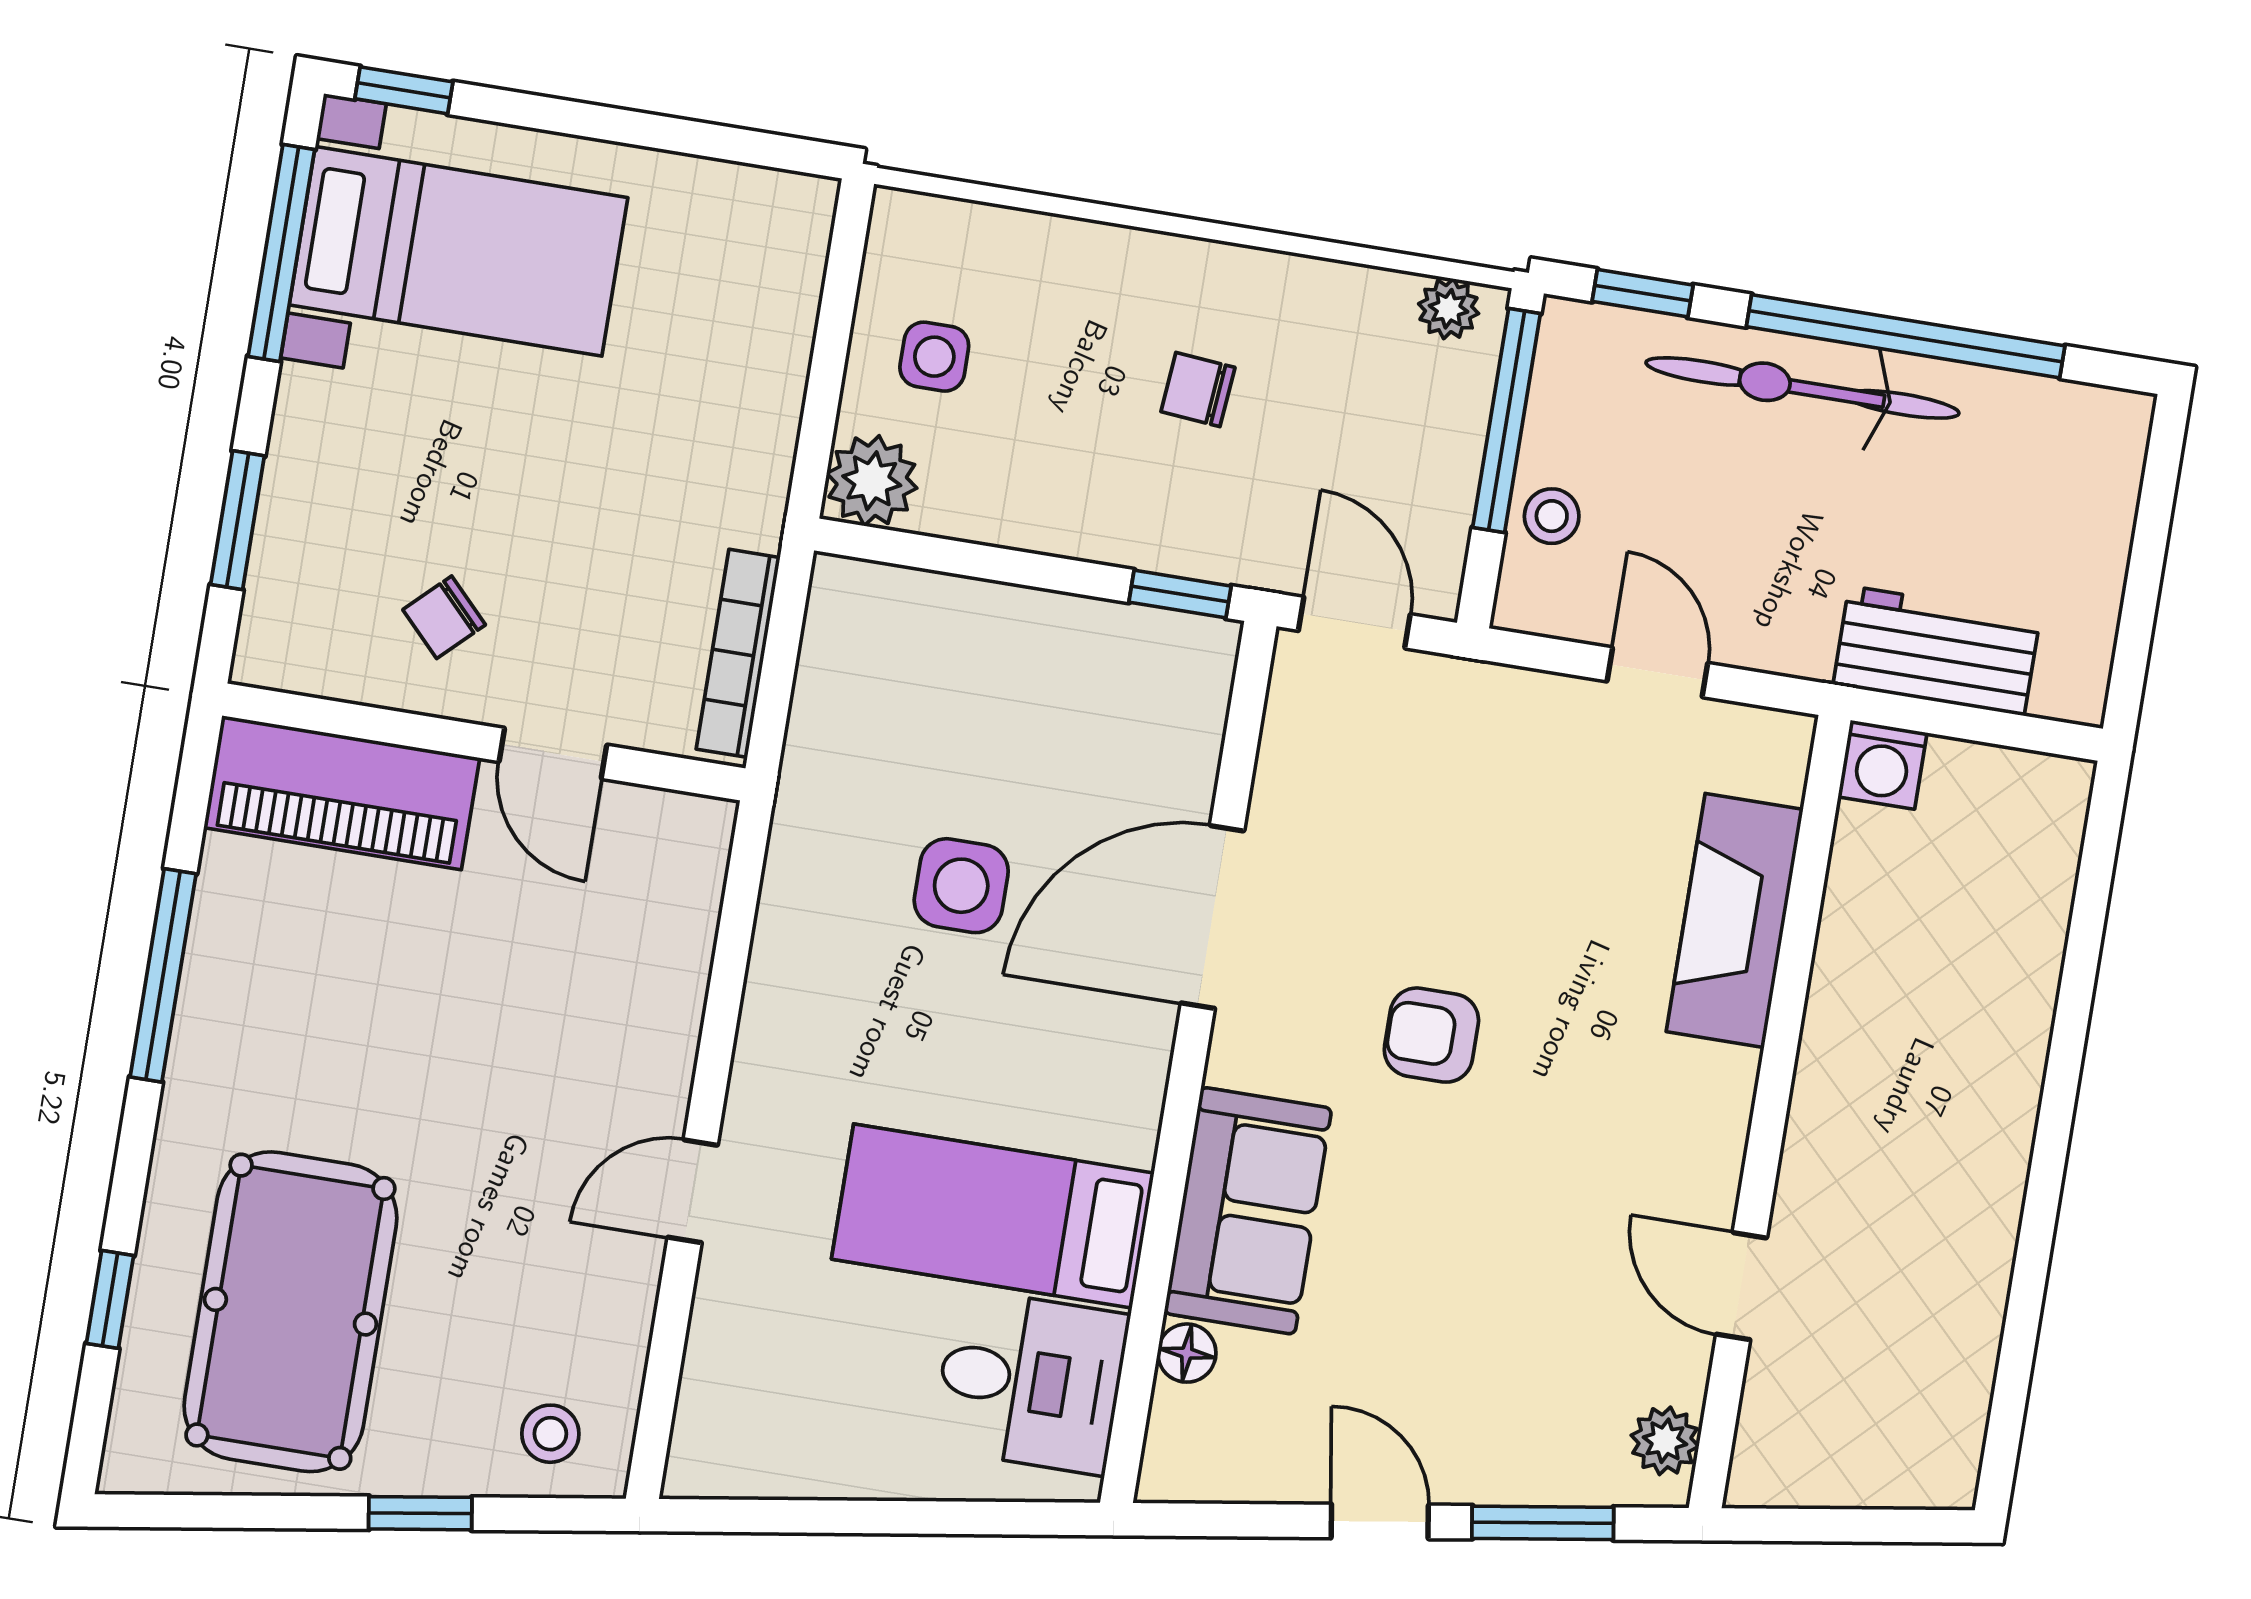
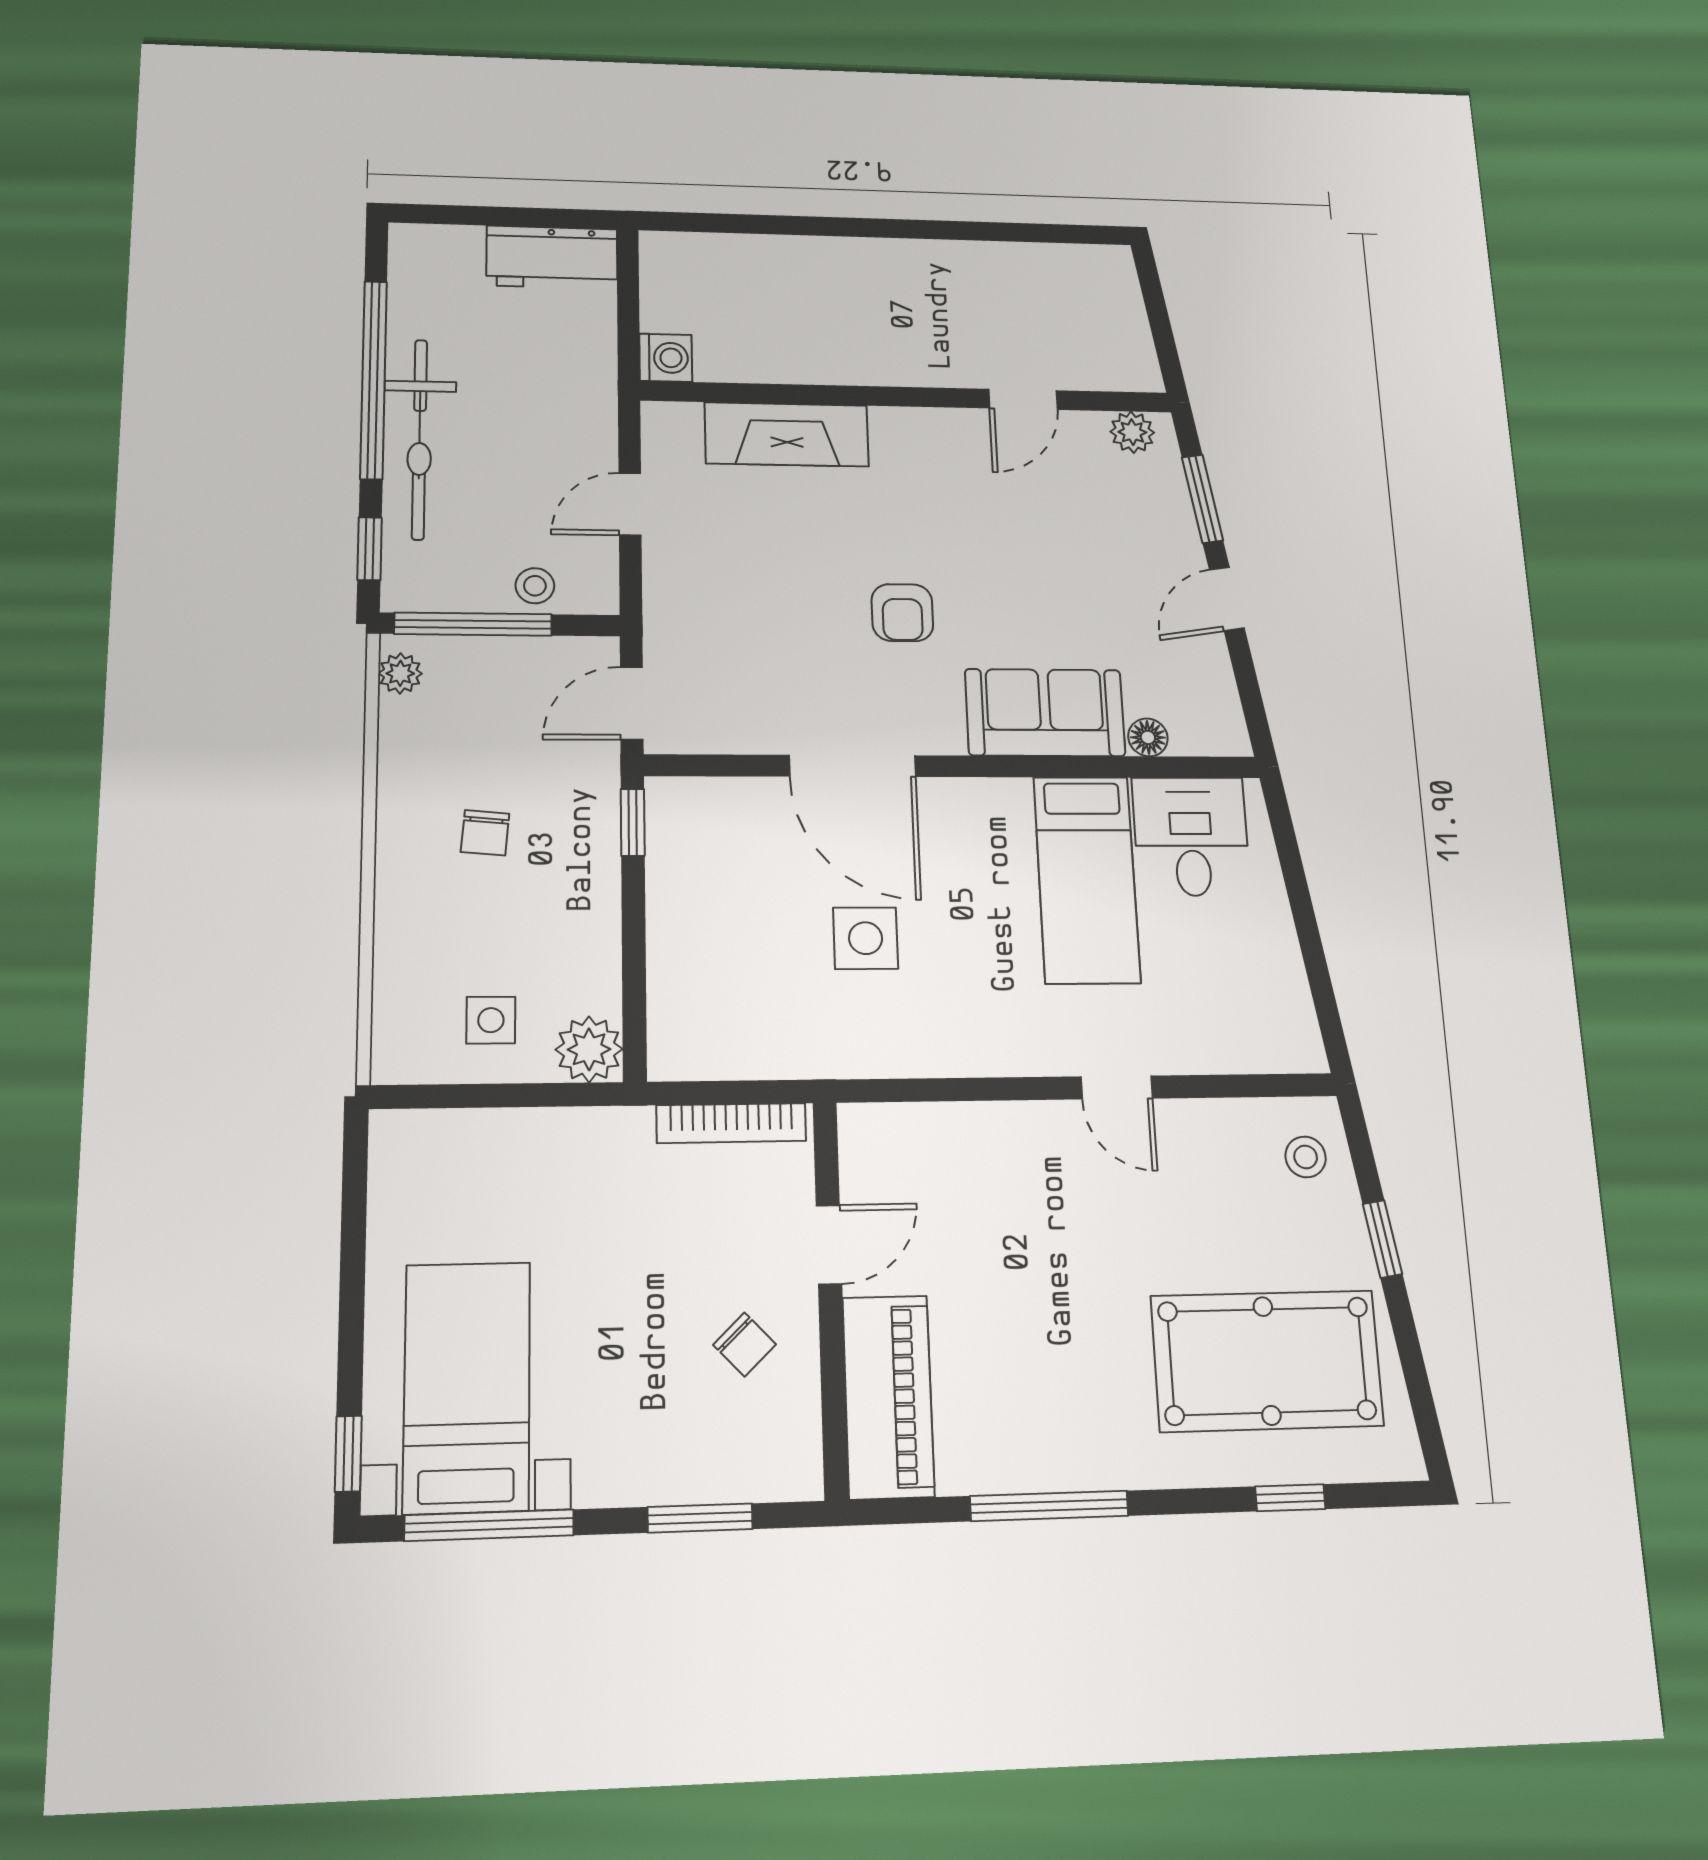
workbench: (1937, 651) -> (552, 257), moved, turned -90

